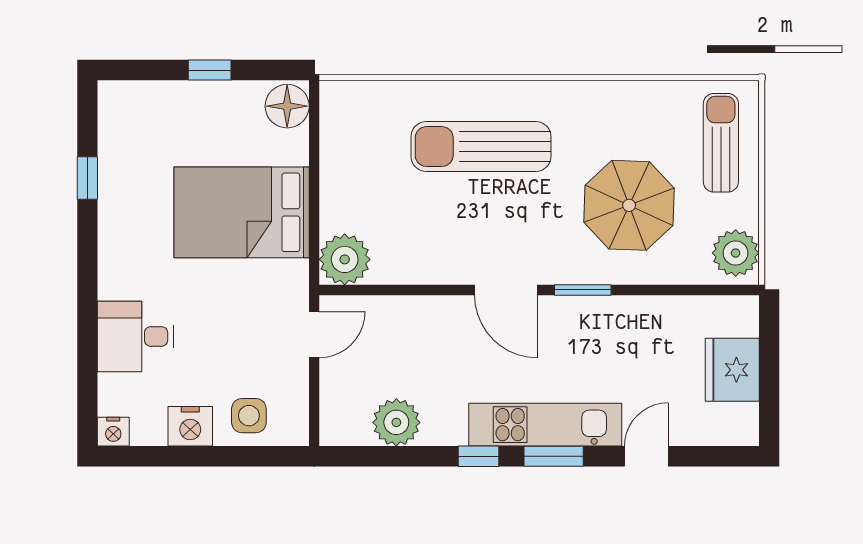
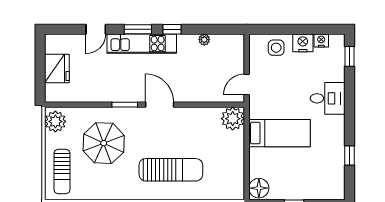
bed: (242, 212) -> (279, 133), width x0.67
desk: (136, 336) -> (328, 98), moved
window: (87, 397) -> (349, 56), added
plant: (396, 422) -> (204, 40), width x0.53, depth x0.53
nightstand: (113, 432) -> (321, 40), moved

